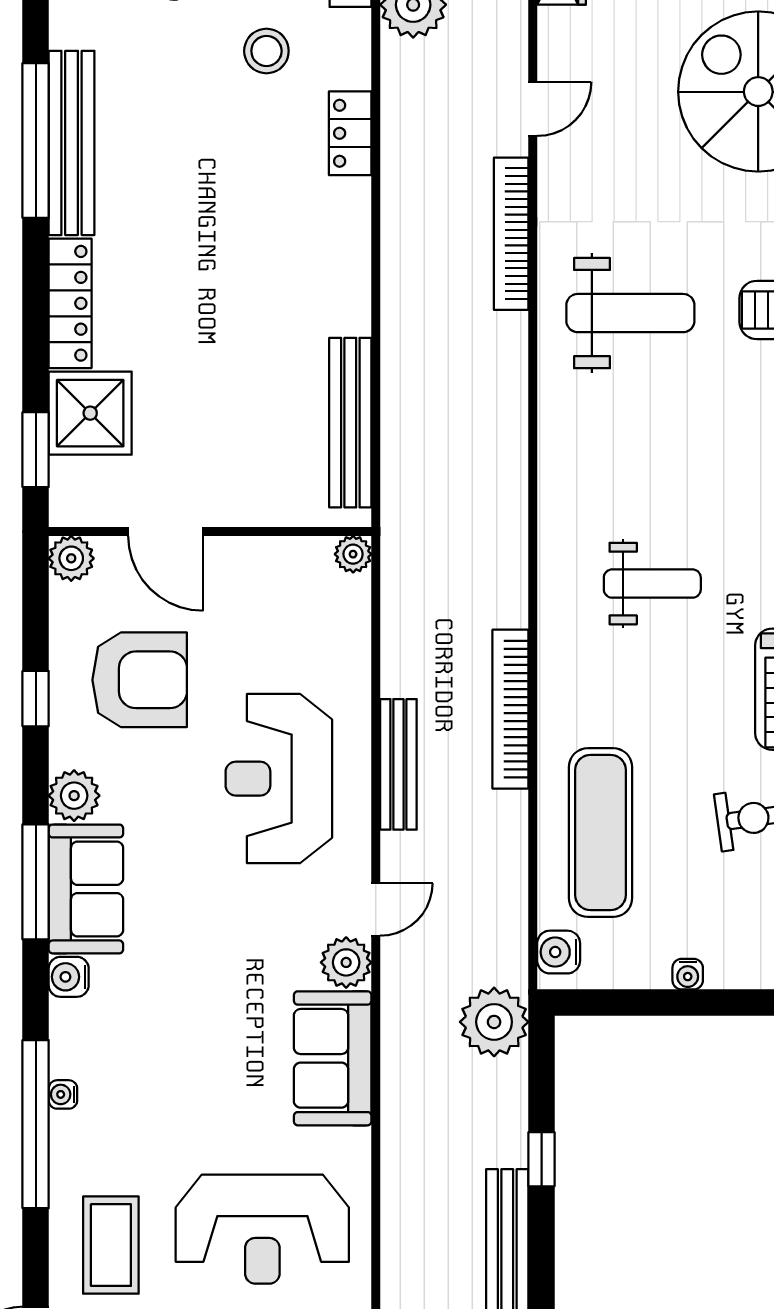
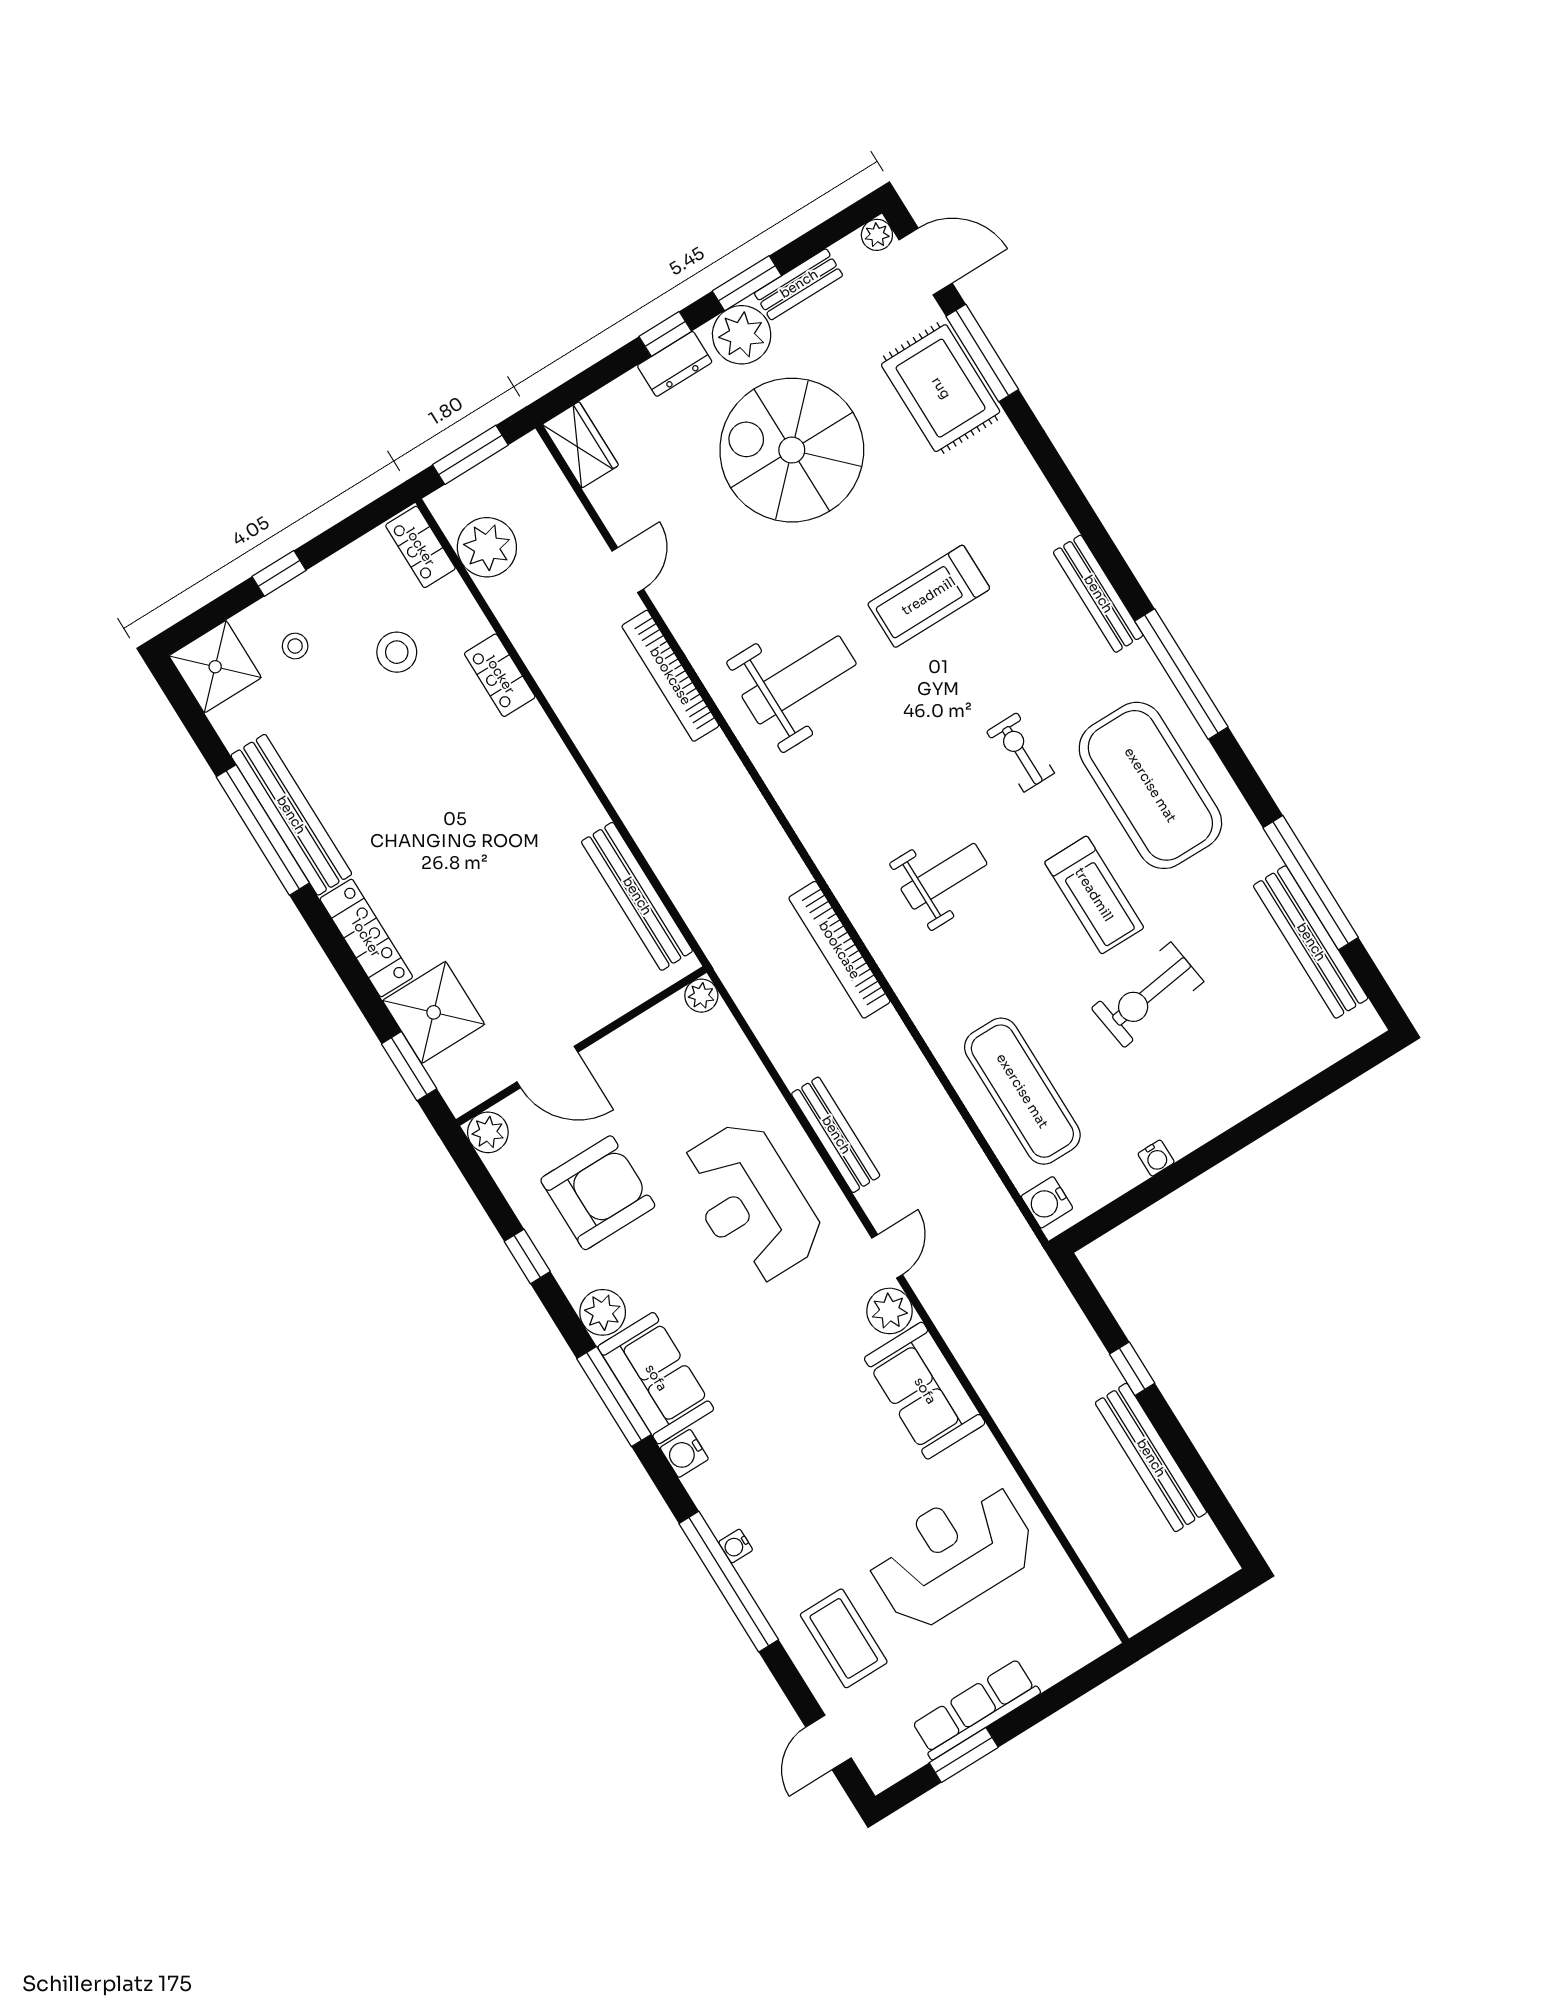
bookcase: (510, 709) -> (839, 950), moved
plant: (494, 1022) -> (1031, 1286), removed
reception desk: (262, 1229) -> (952, 1554), turned 180

